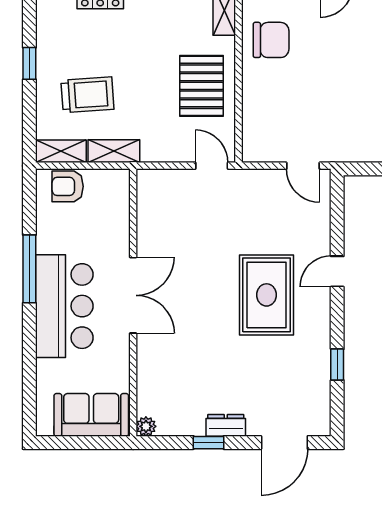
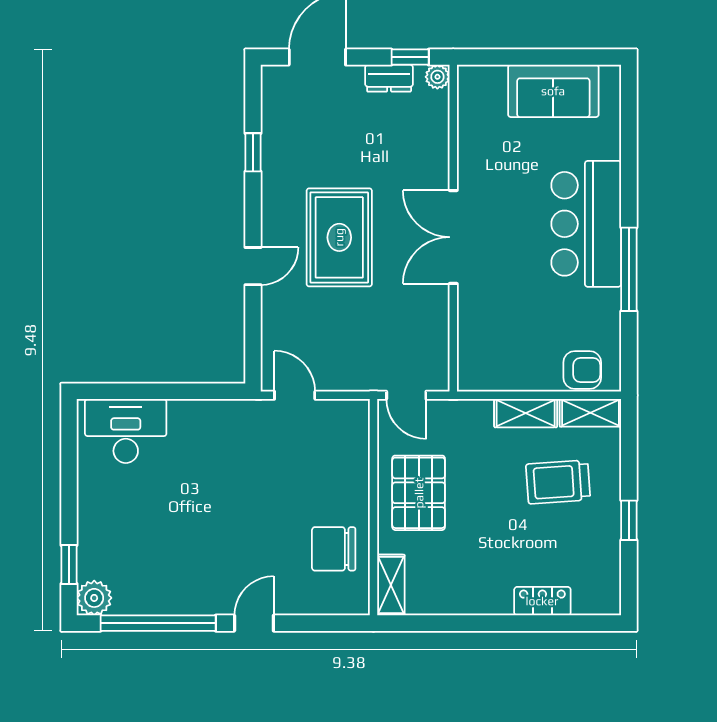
double door: (133, 295) -> (453, 237), moved
wall: (133, 303) -> (453, 228), moved
plant: (146, 426) -> (437, 77), moved

